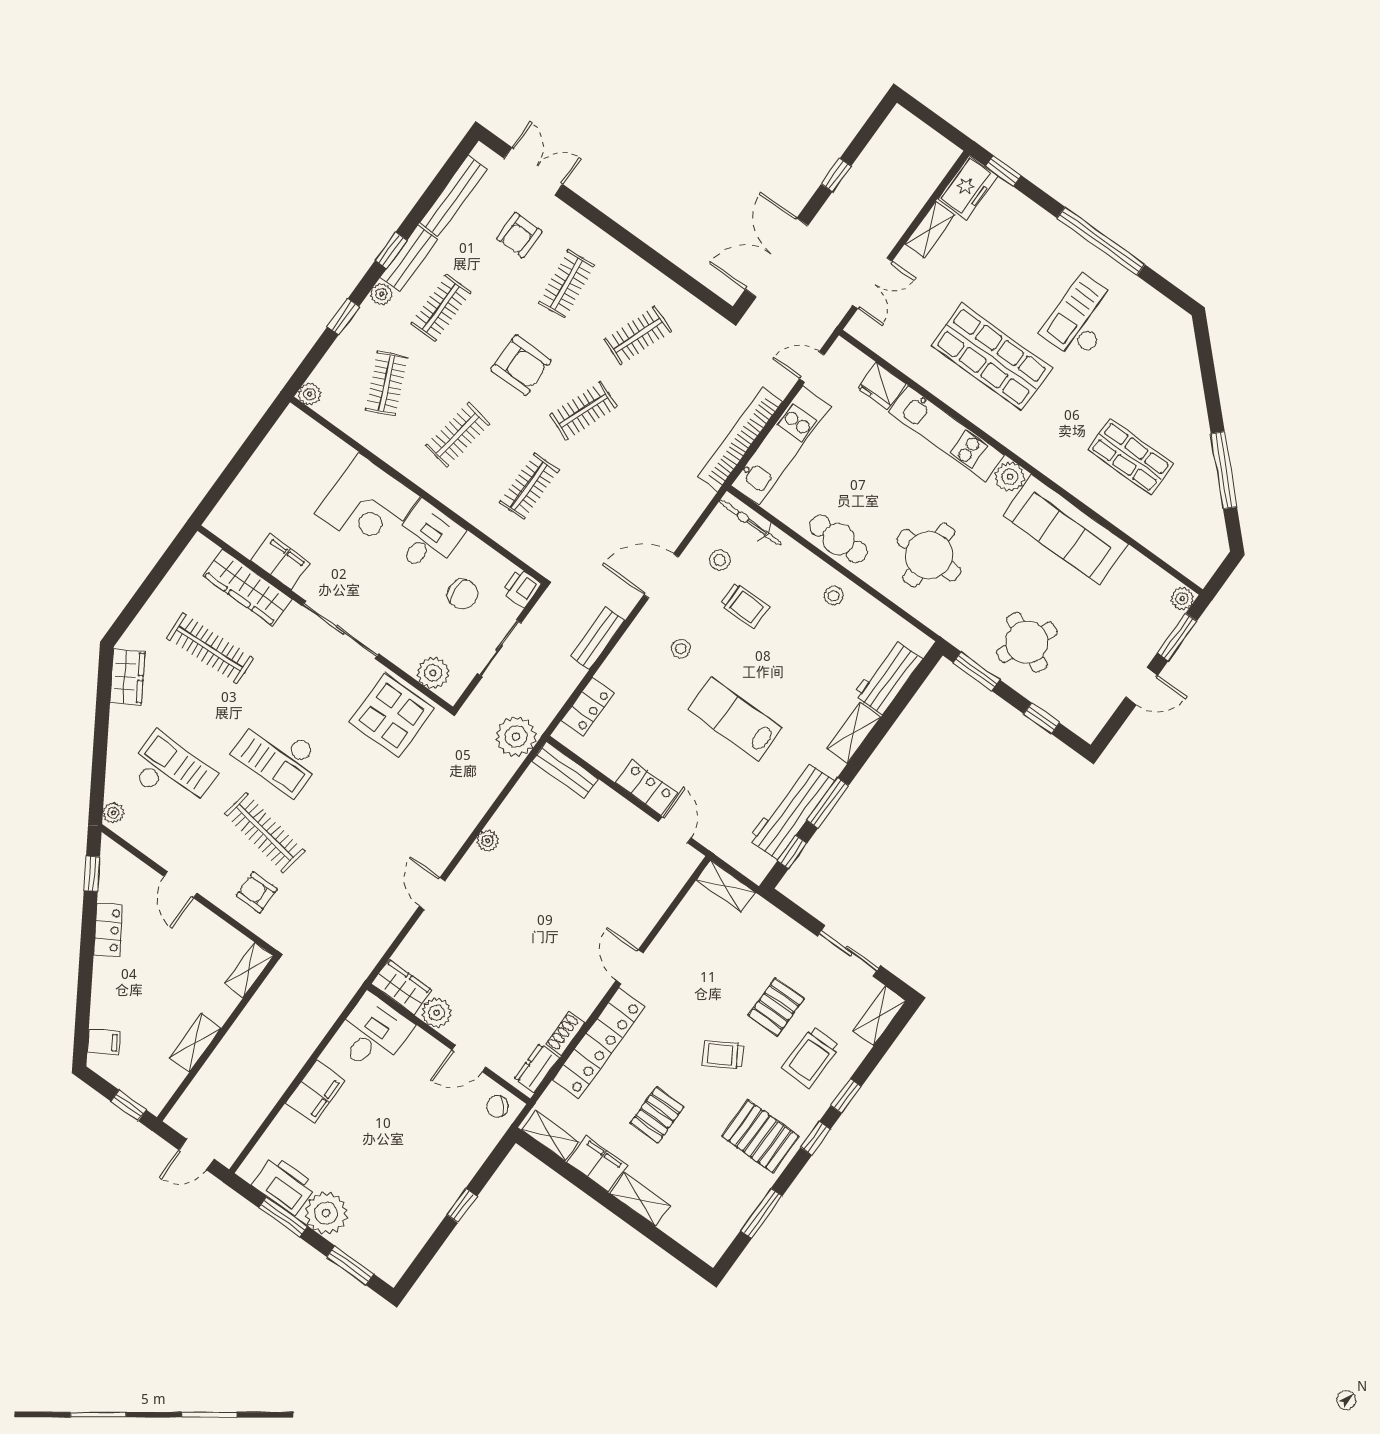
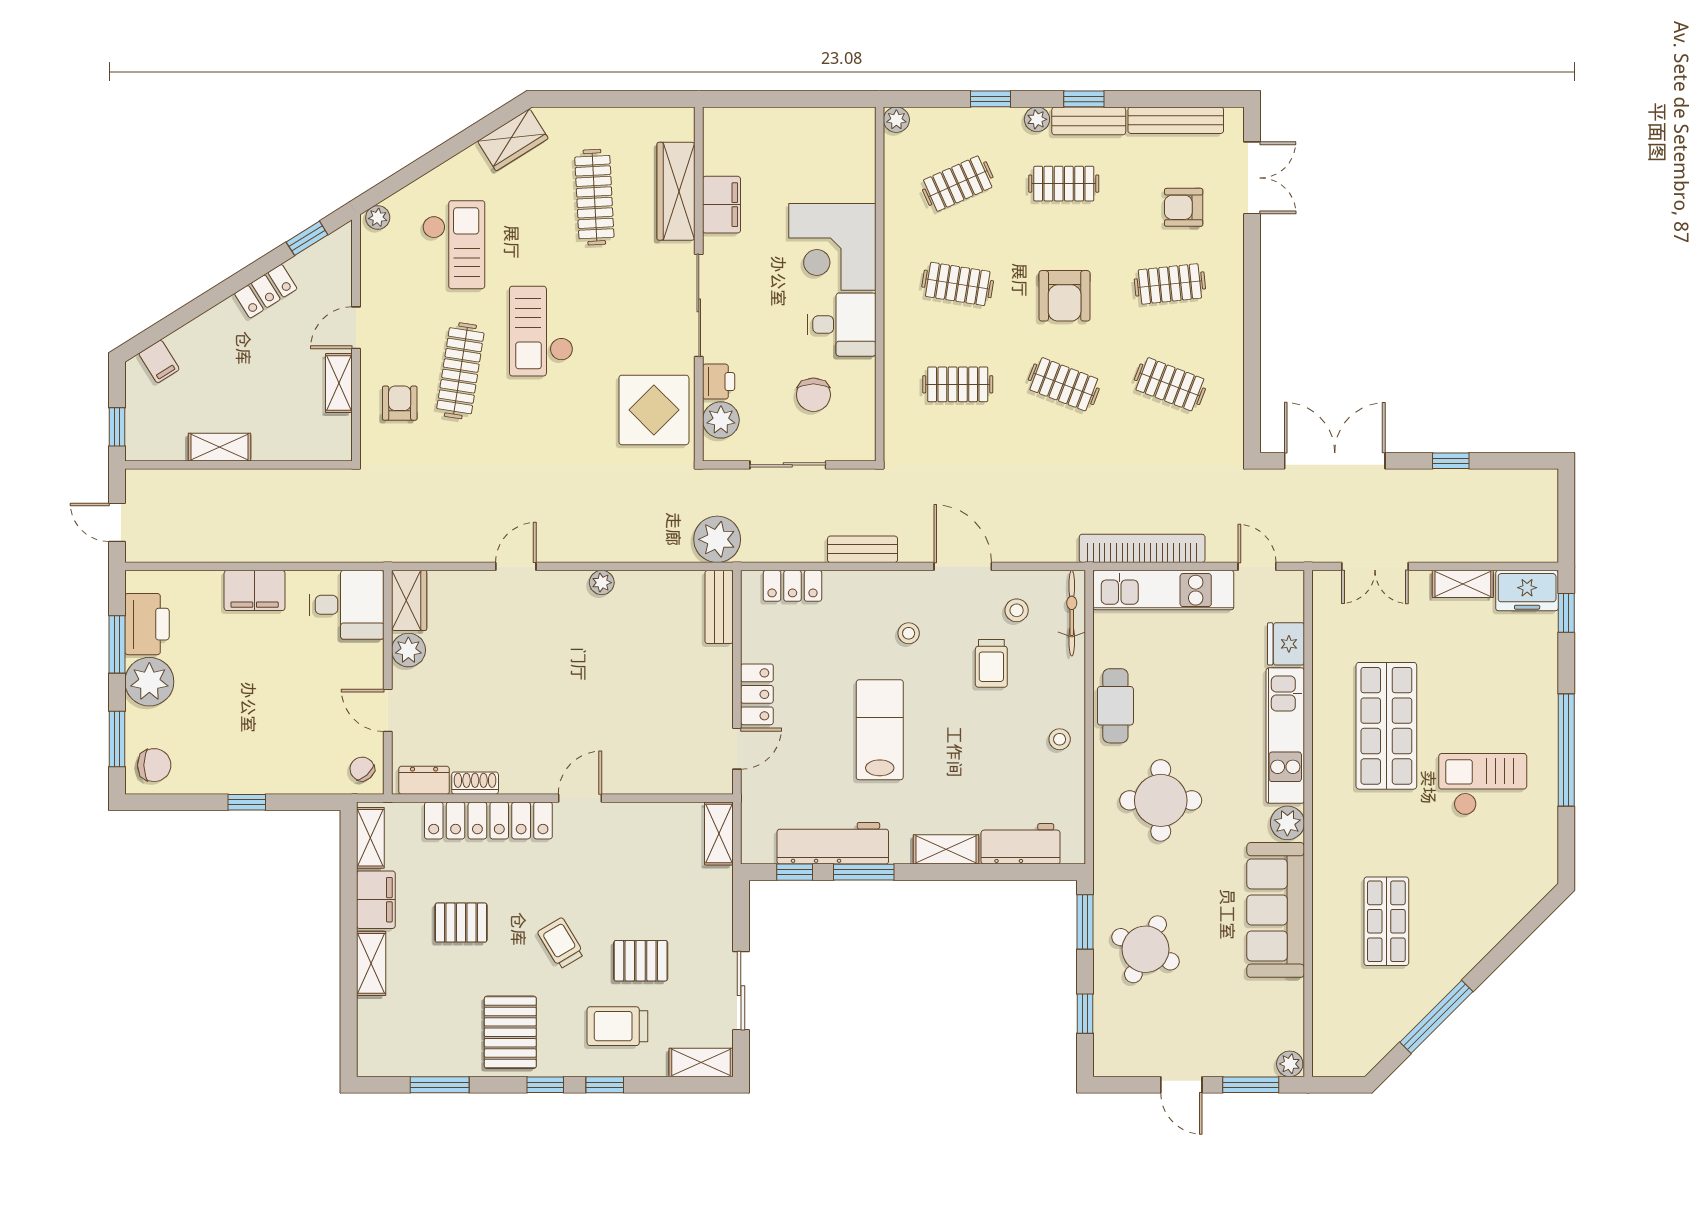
printer: (521, 588) -> (719, 382), moved, turned 90
shelving: (249, 970) -> (339, 383), moved, turned 90
chair: (388, 1252) -> (154, 765), added

